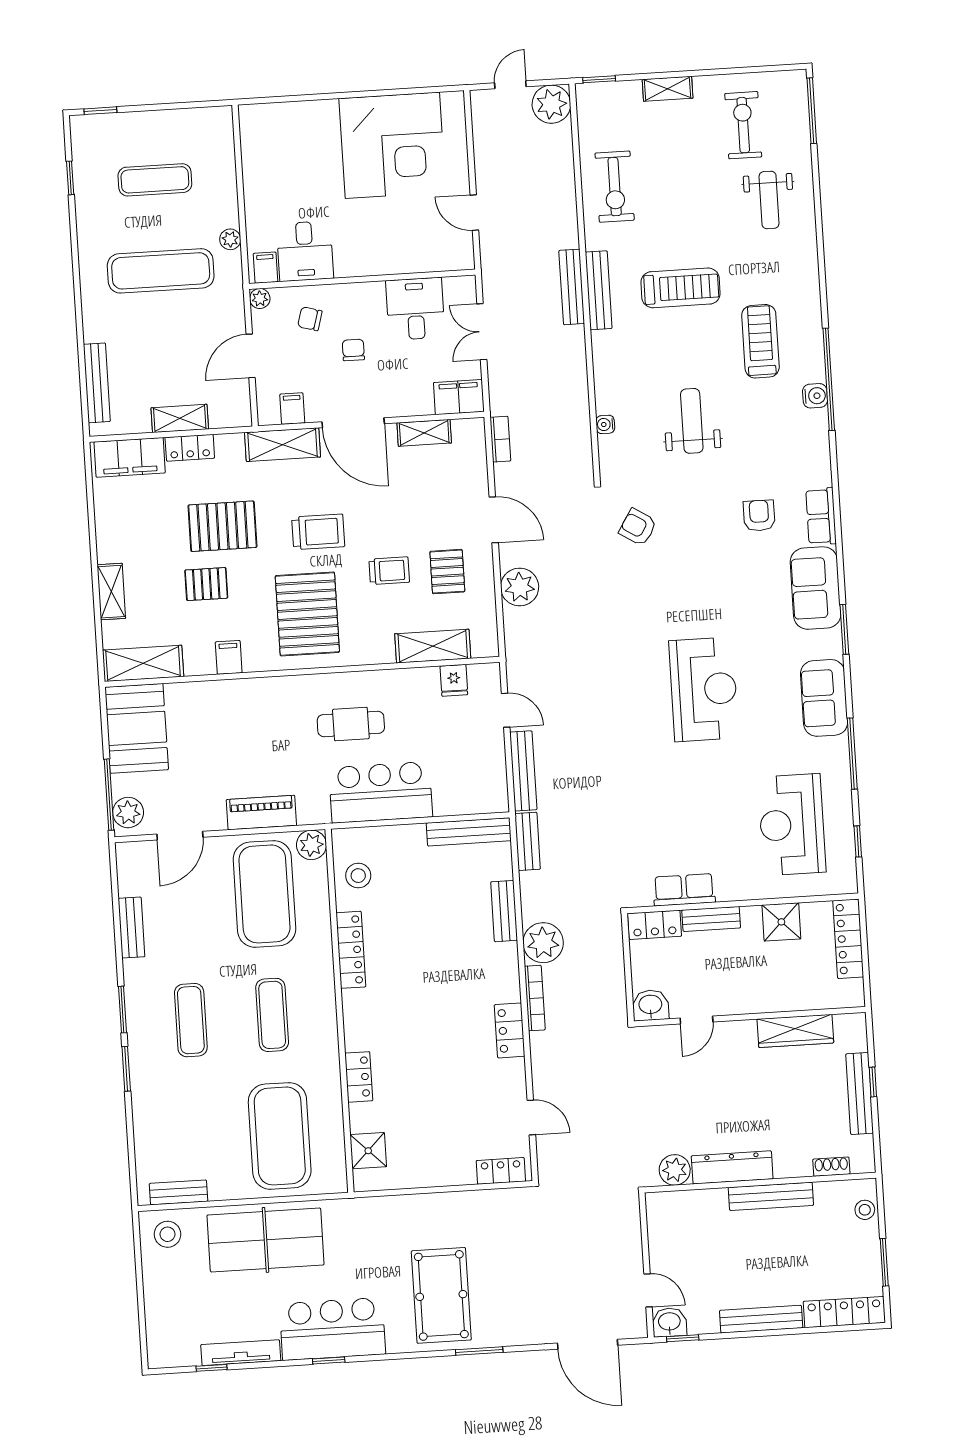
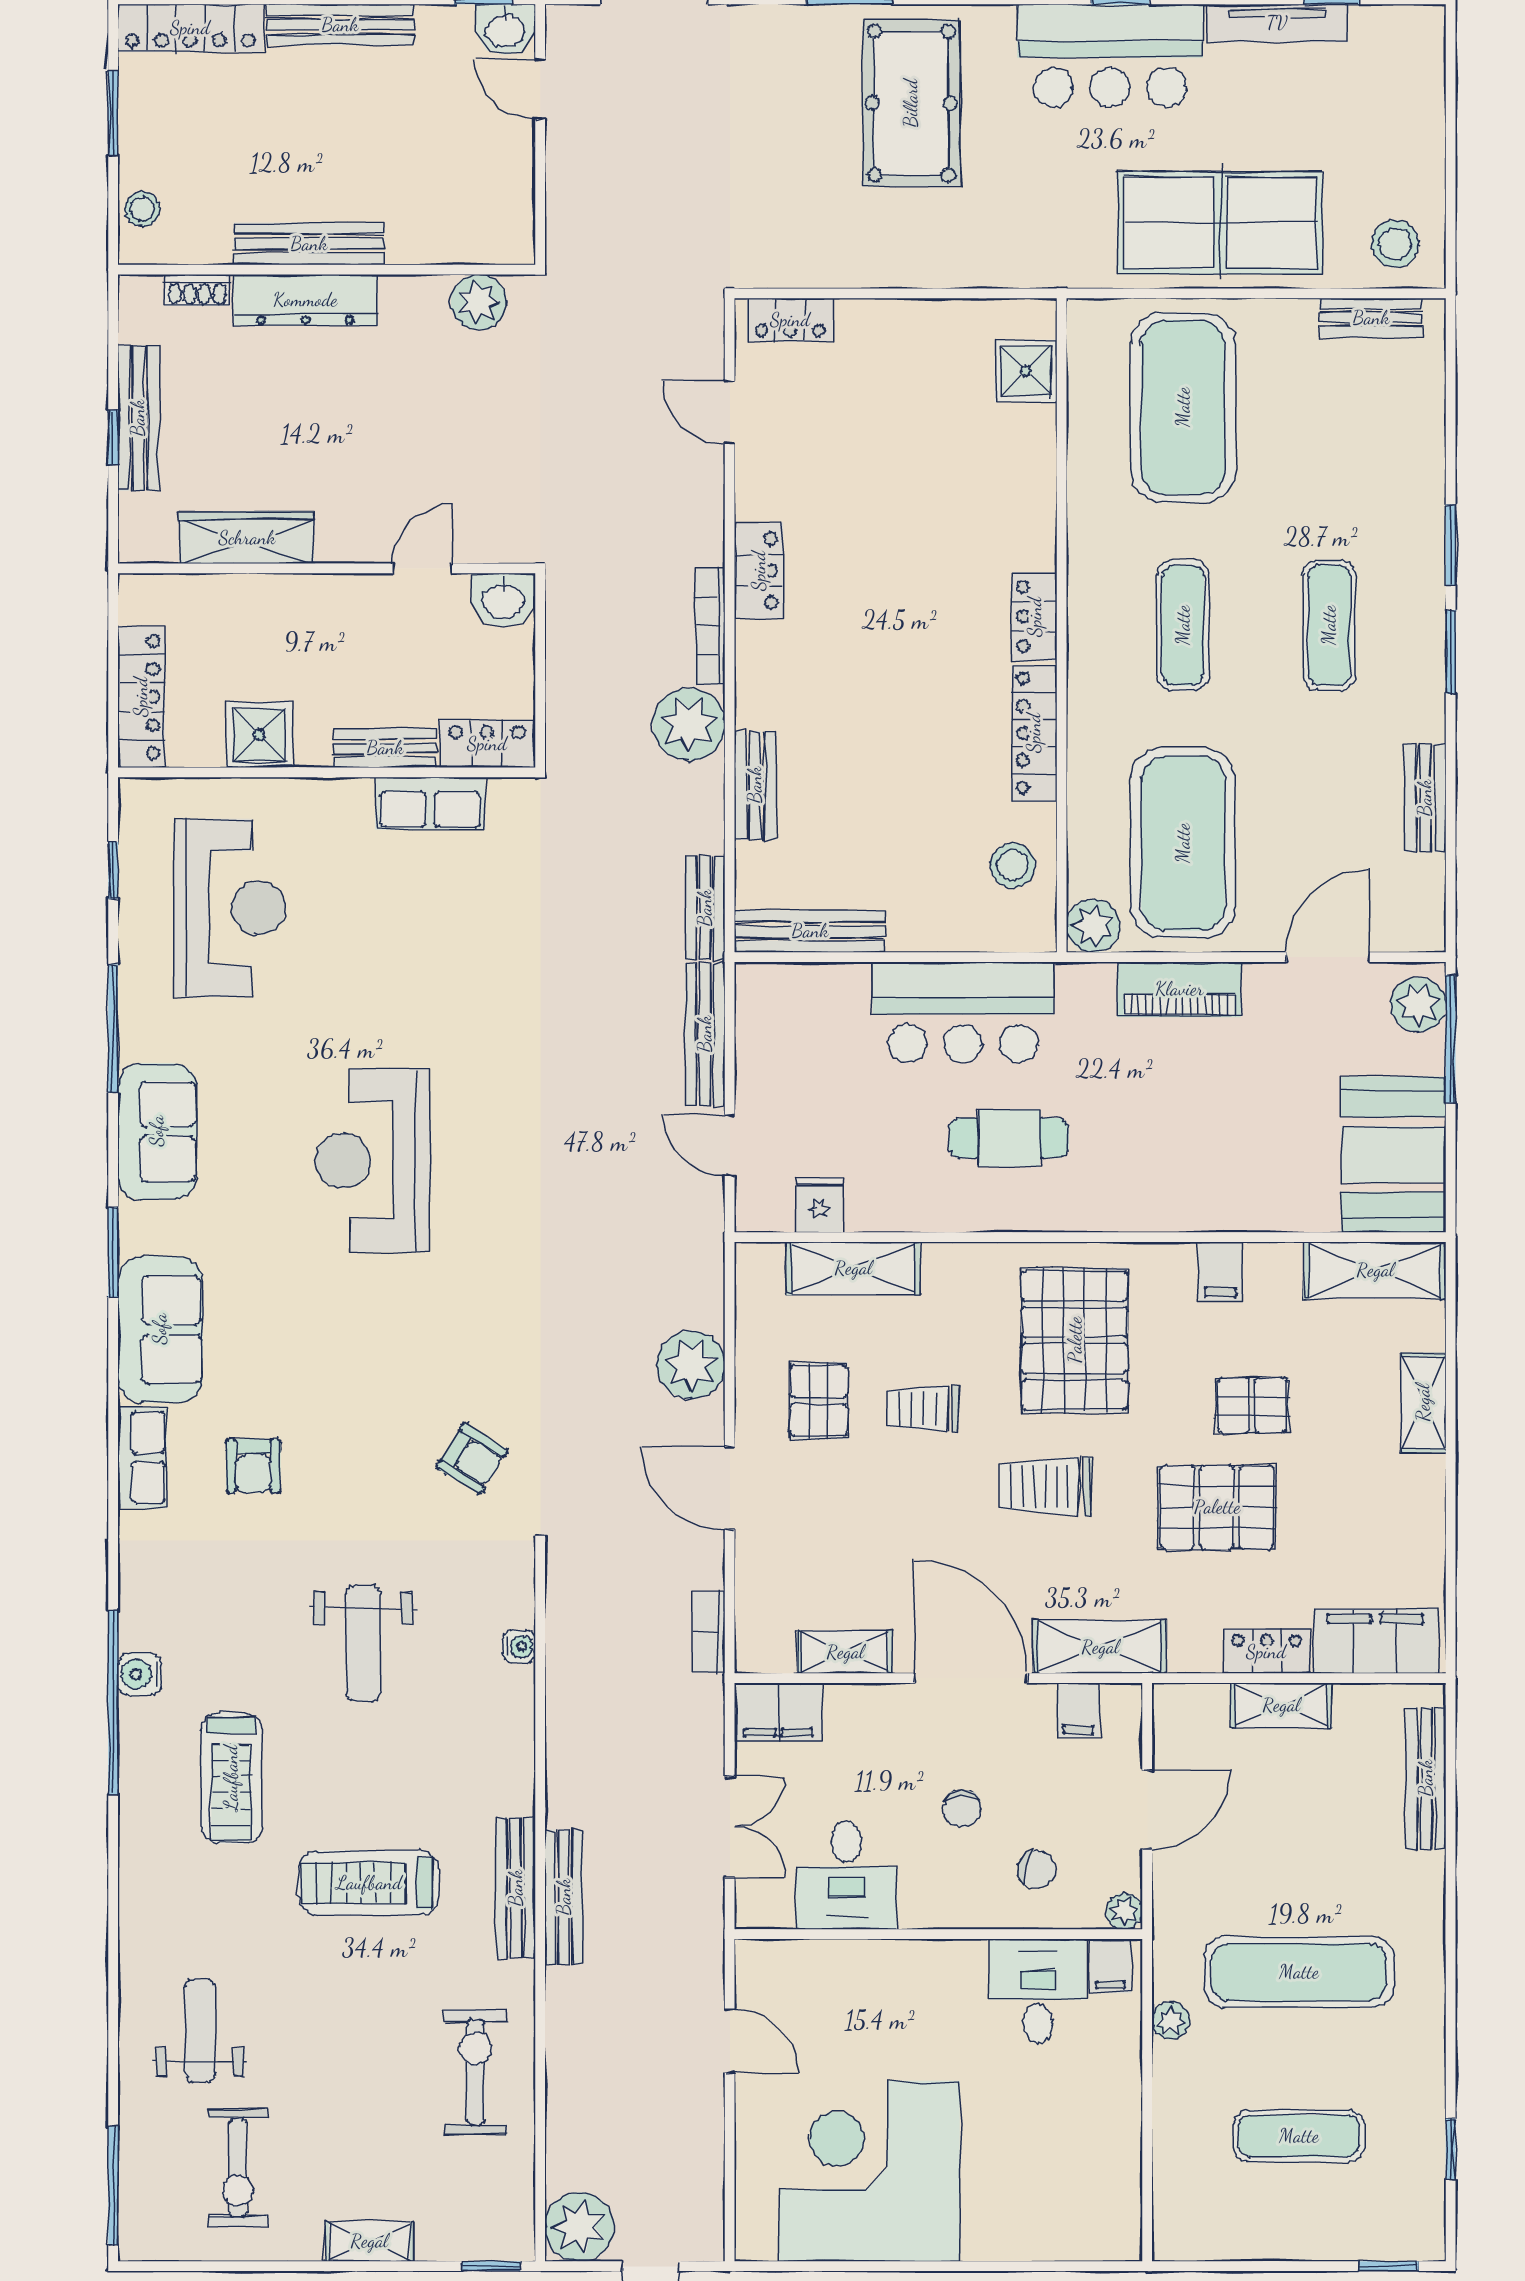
locker: (359, 1077) -> (1035, 617), moved
dresser: (732, 1167) -> (305, 300), moved

